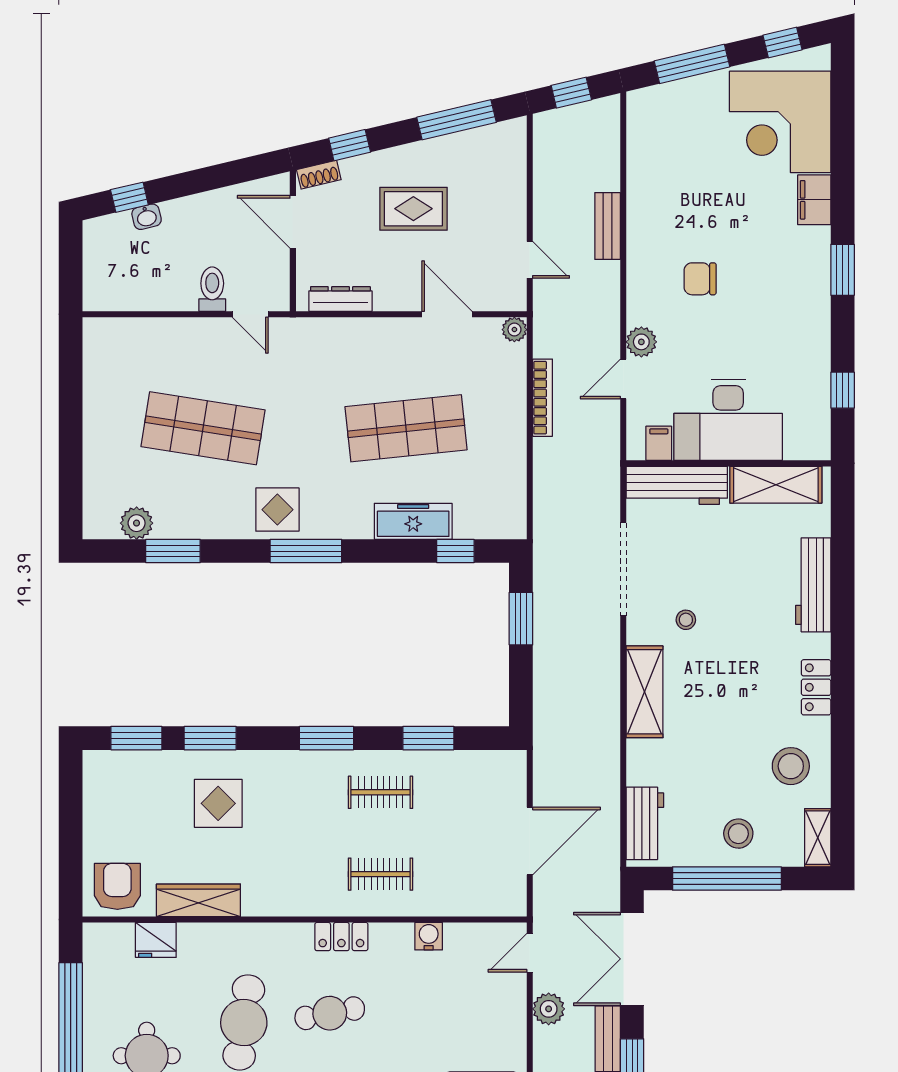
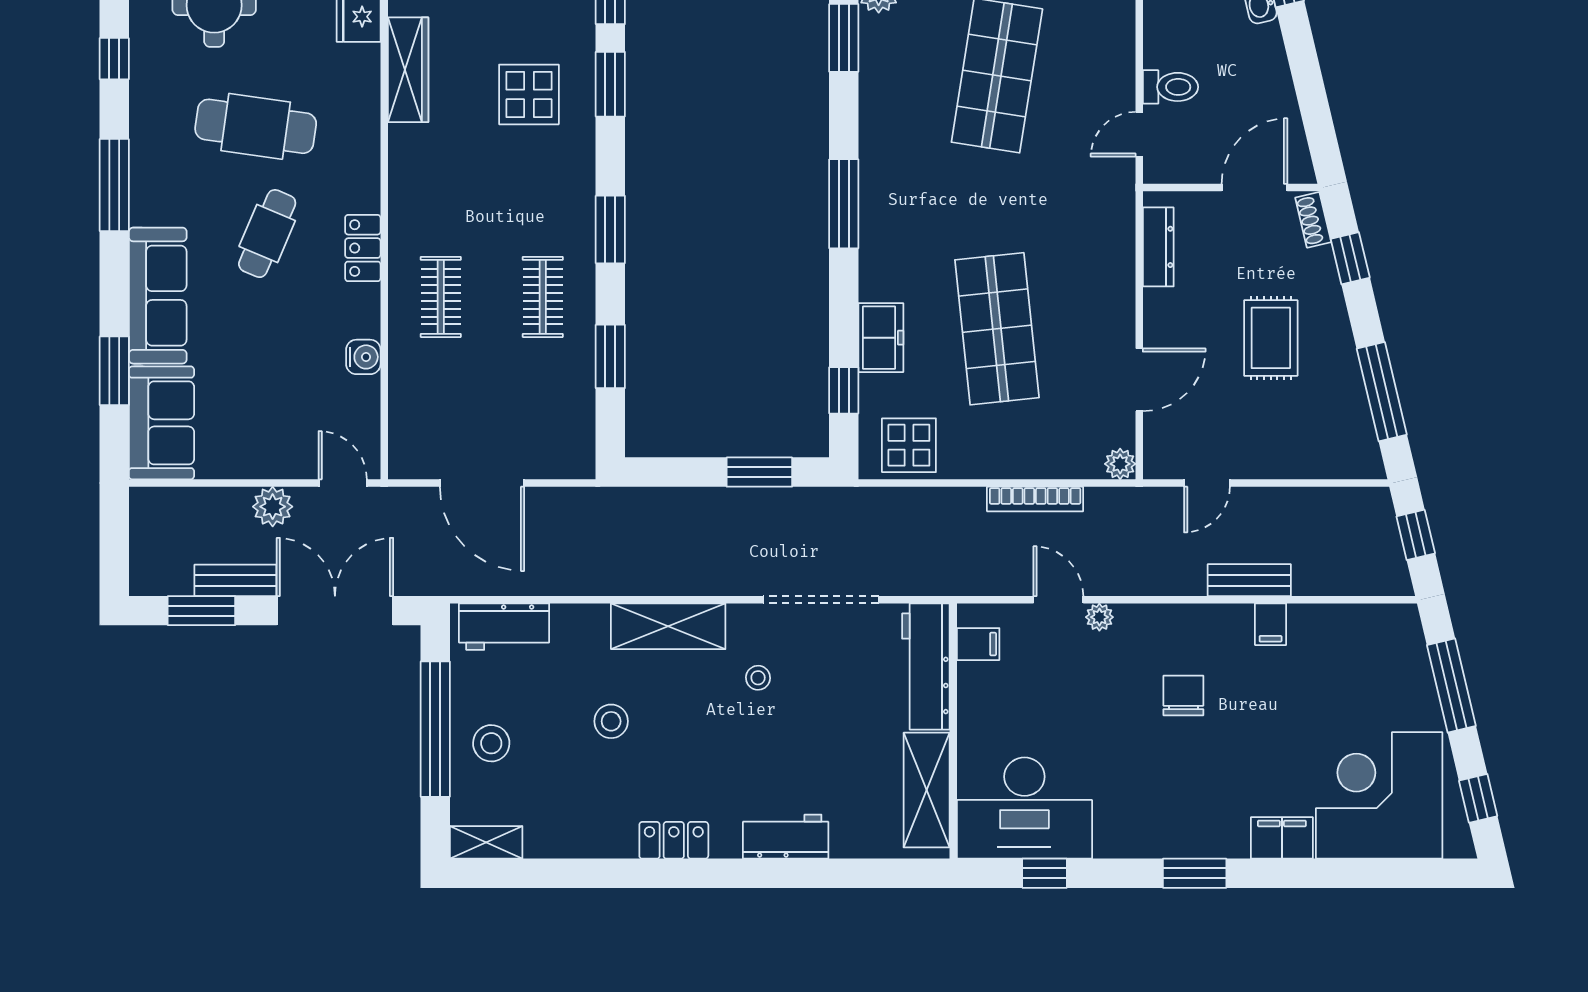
filing cabinet: (643, 209) -> (1271, 624), added
plant: (641, 342) -> (1099, 617), width x0.73, depth x0.73
desk: (728, 420) -> (1024, 808), moved, turned -90
display table: (277, 510) -> (909, 445), moved
freezer: (413, 521) -> (881, 338), width x0.71
workbench: (813, 585) -> (786, 837), width x0.73
stool: (791, 766) -> (611, 721), moved, width x0.73, depth x0.73
cafe table: (330, 1013) -> (267, 234), turned 34

